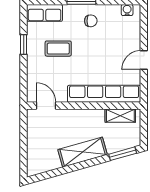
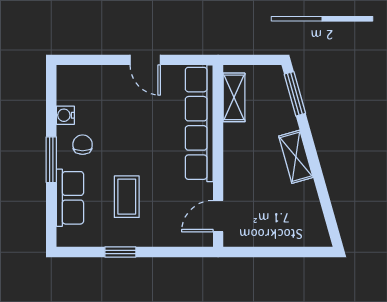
water cooler: (127, 10) -> (65, 115), moved
row of seats: (45, 13) -> (70, 198), moved
shelving: (83, 152) -> (296, 157), width x0.67, depth x0.75

